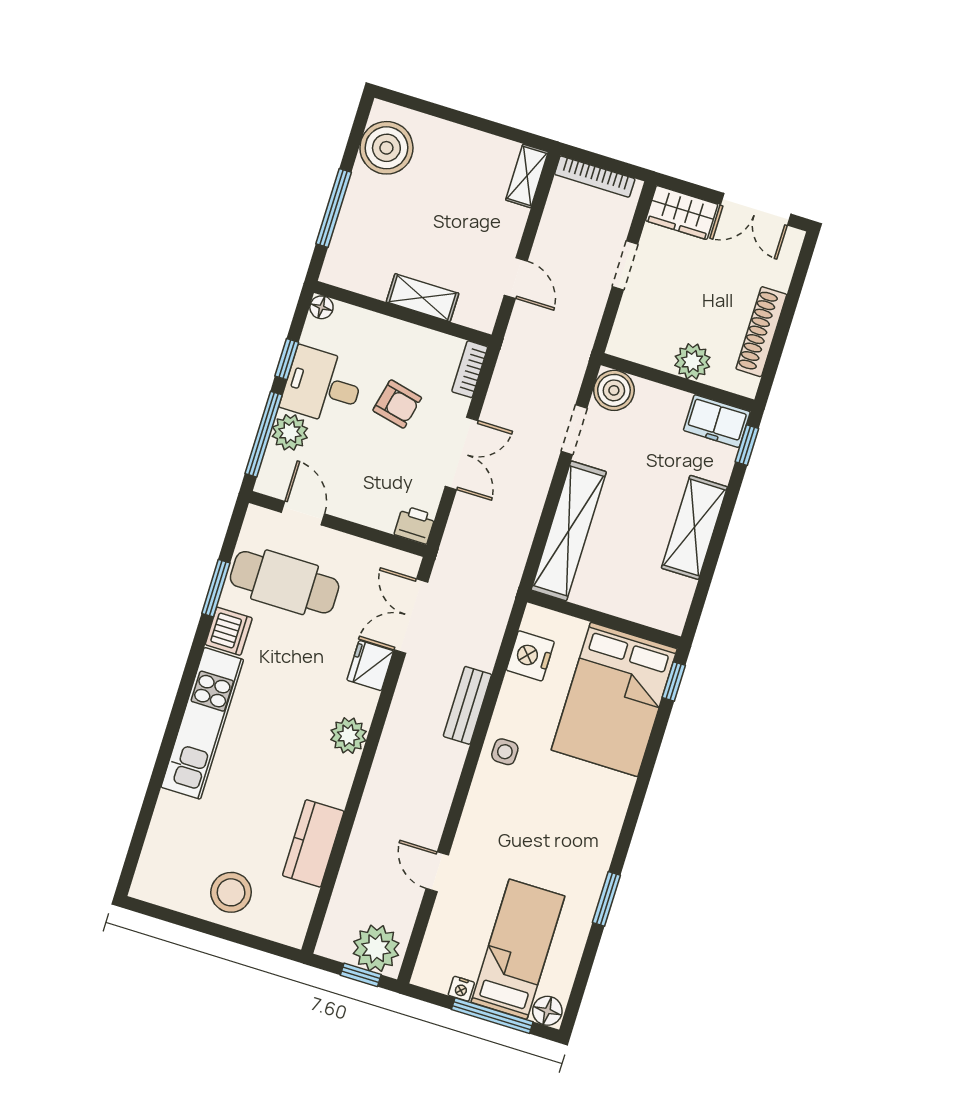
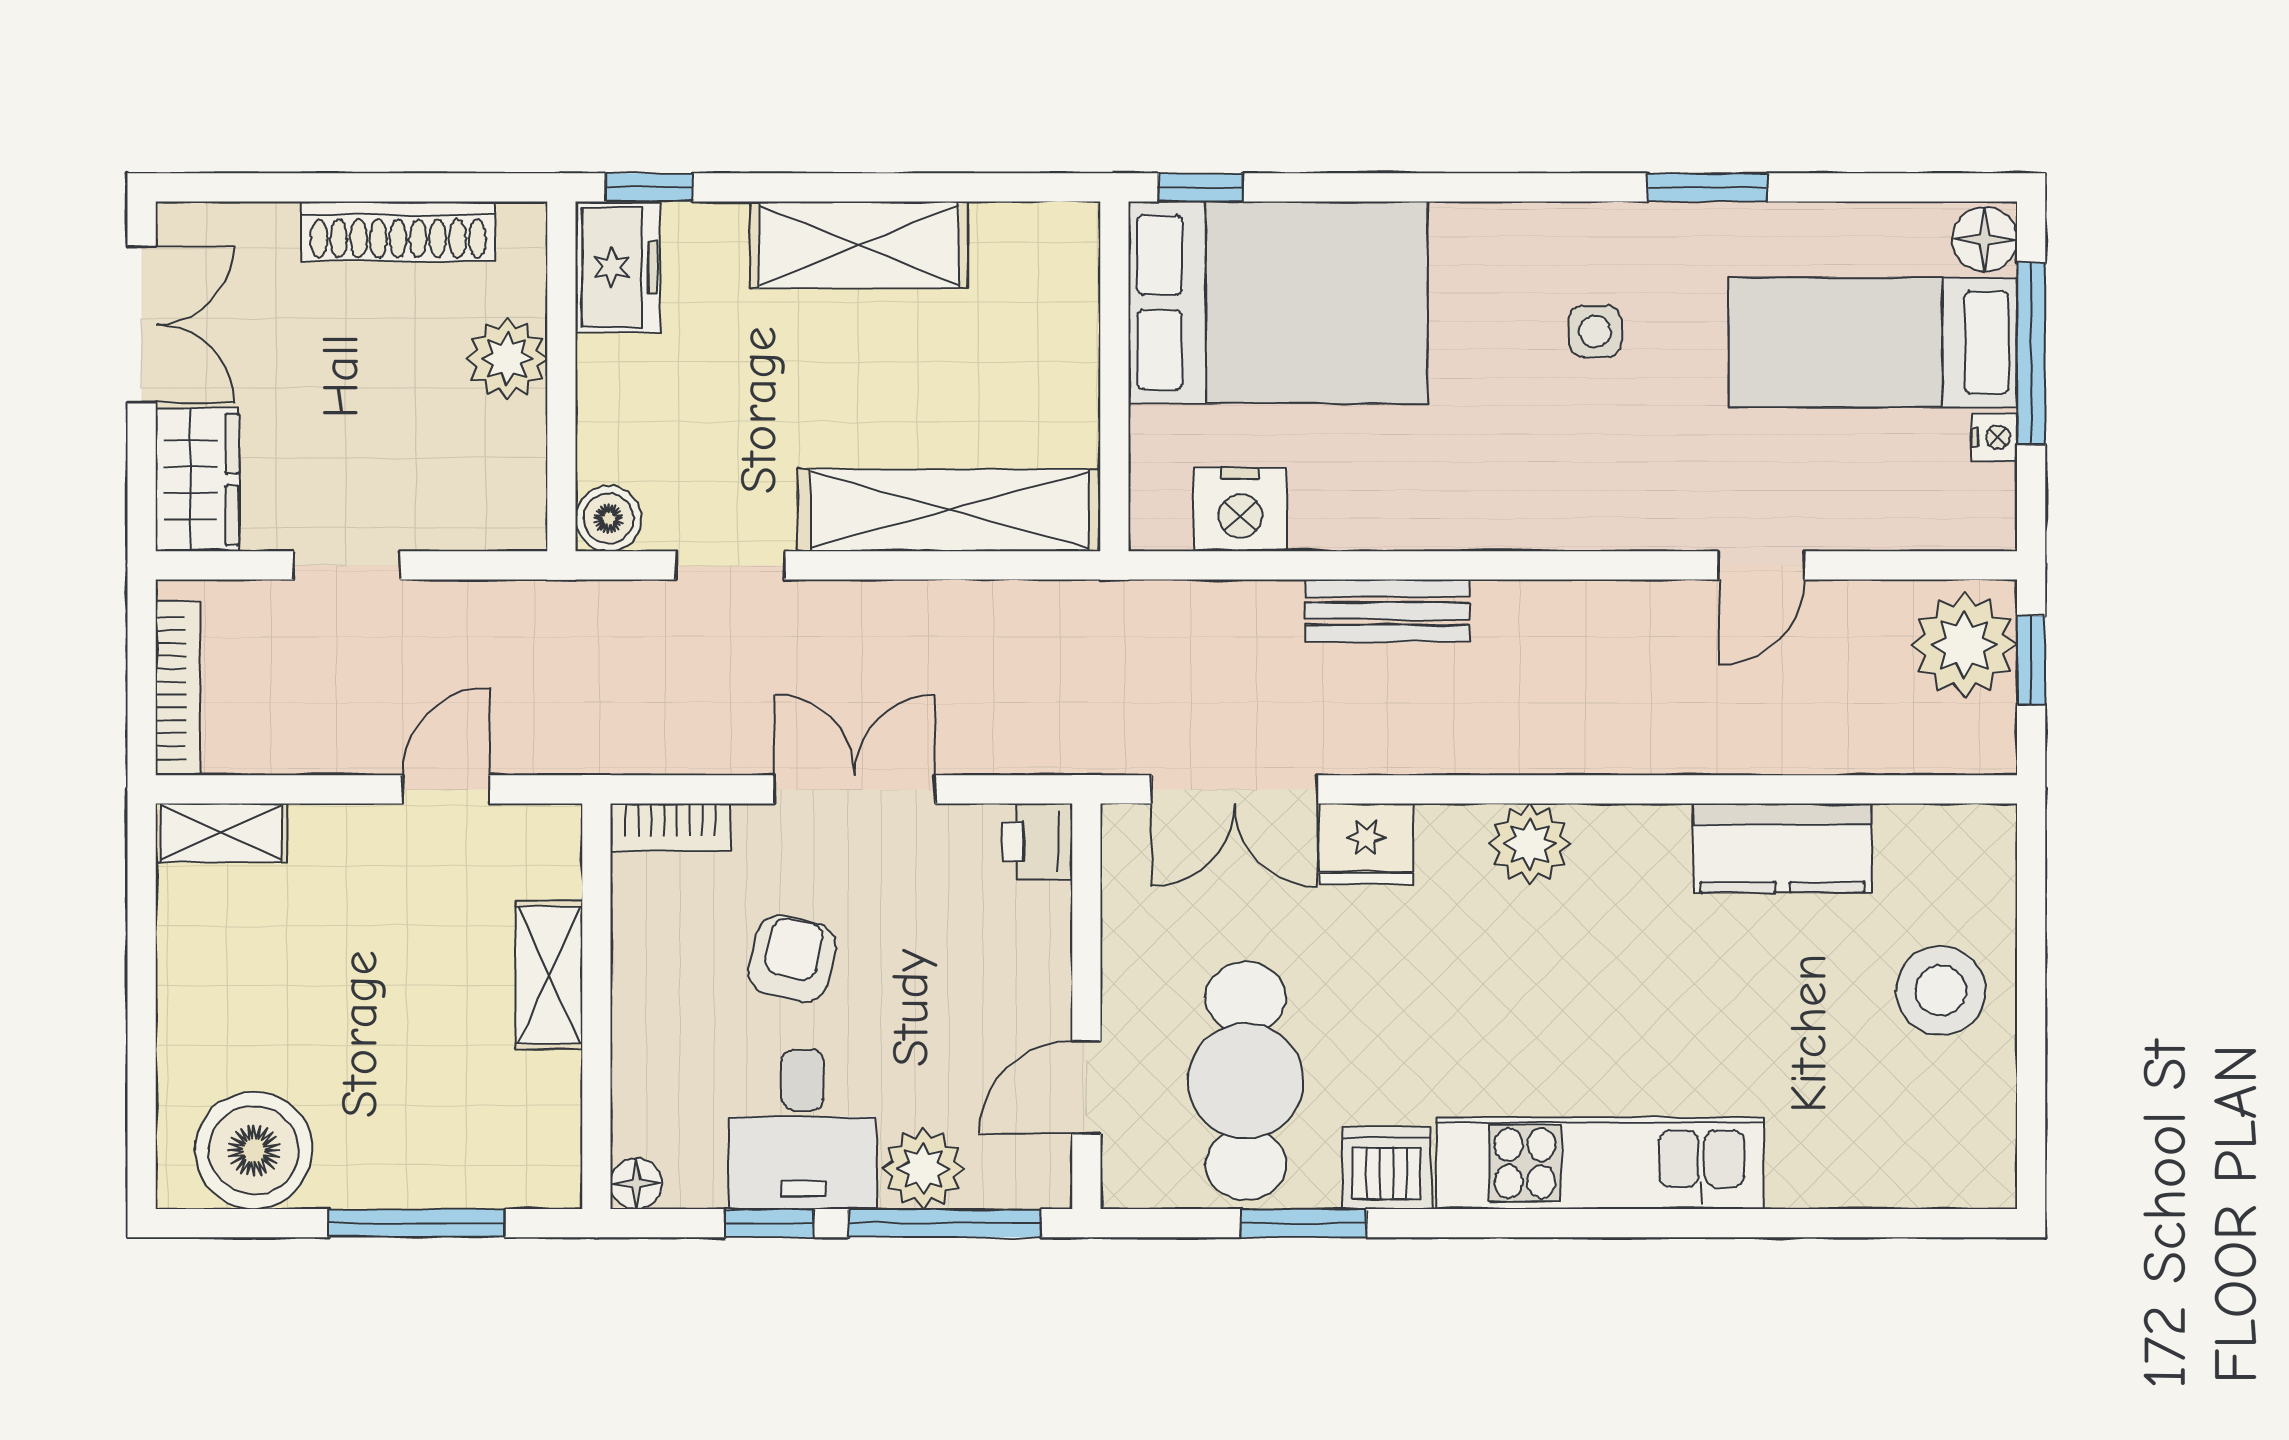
boiler: (614, 390) -> (608, 518), width x0.73, depth x0.73
side table: (505, 752) -> (1595, 331), moved

